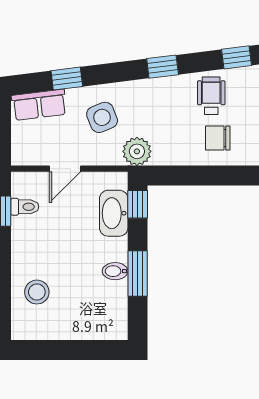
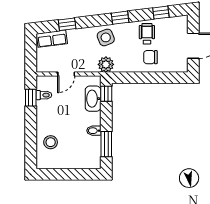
side table: (102, 117) -> (106, 37), moved
window: (138, 274) -> (106, 144), moved

